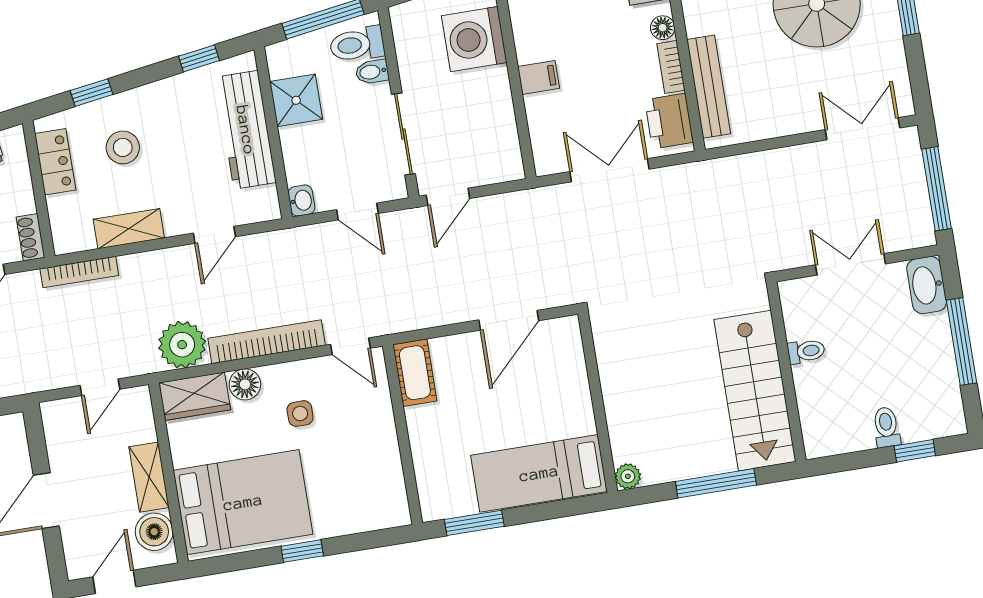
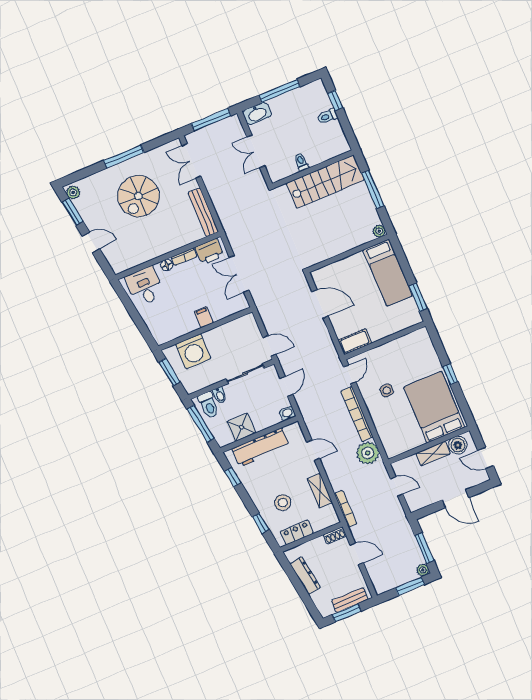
bench: (709, 87) -> (203, 212), moved, turned 90
floor lamp: (245, 384) -> (379, 419), removed
wardrobe: (195, 396) -> (390, 441), removed

